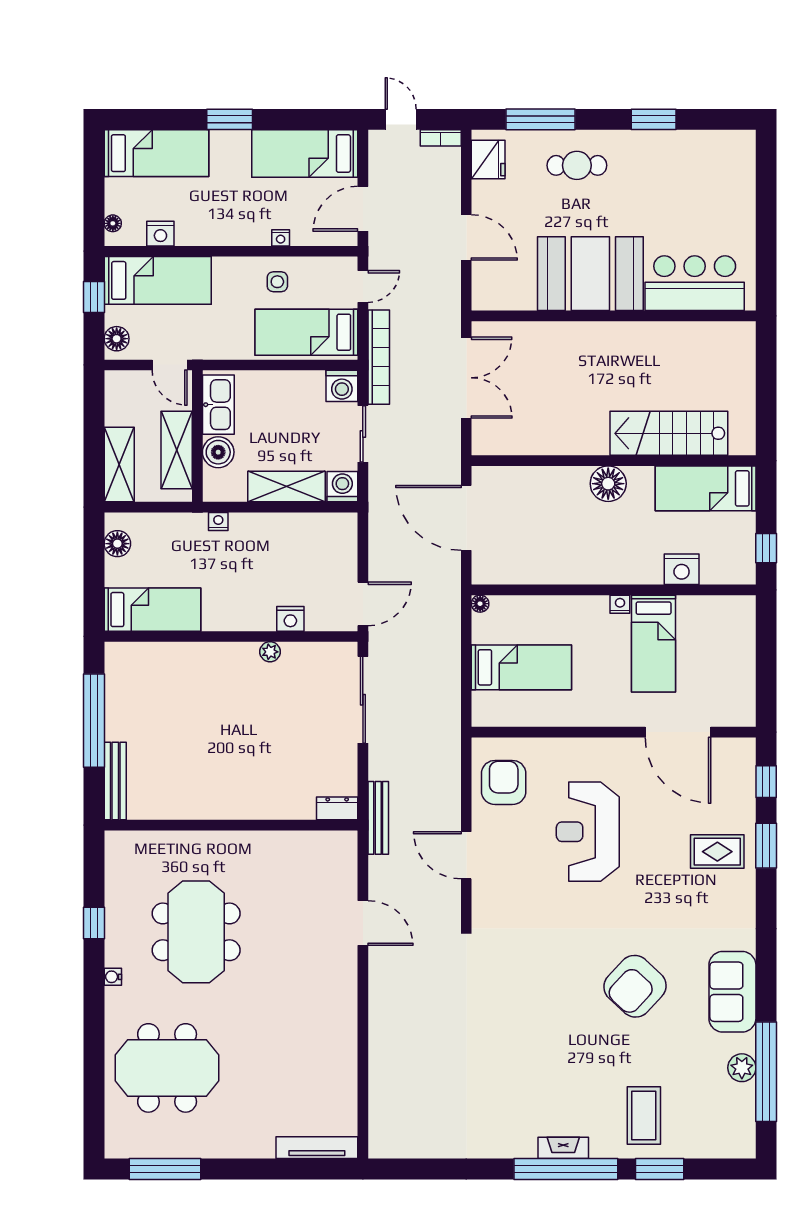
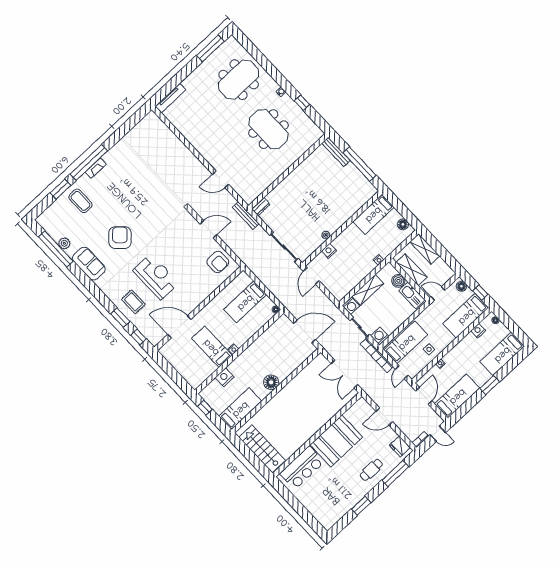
stairs: (669, 433) -> (262, 449), moved, turned -90
reception desk: (588, 832) -> (156, 277), moved
rug: (717, 852) -> (133, 302), turned 90

